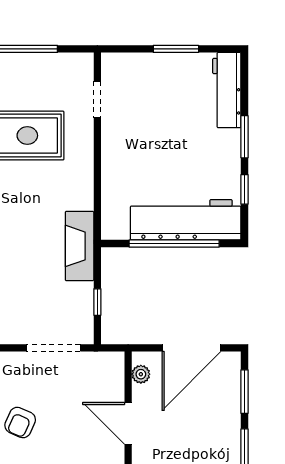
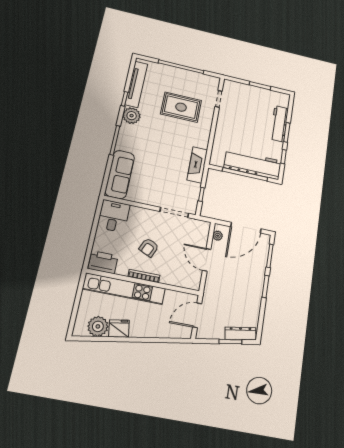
workbench: (227, 90) -> (279, 124), moved

